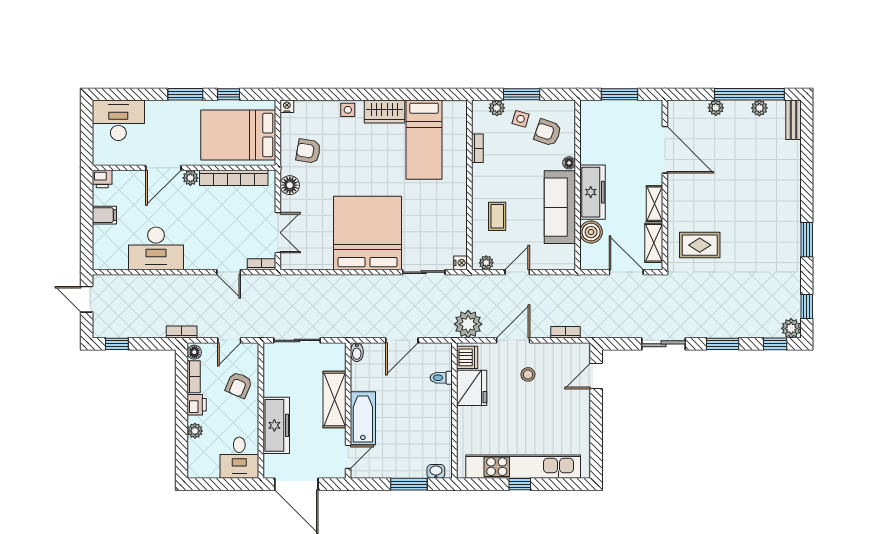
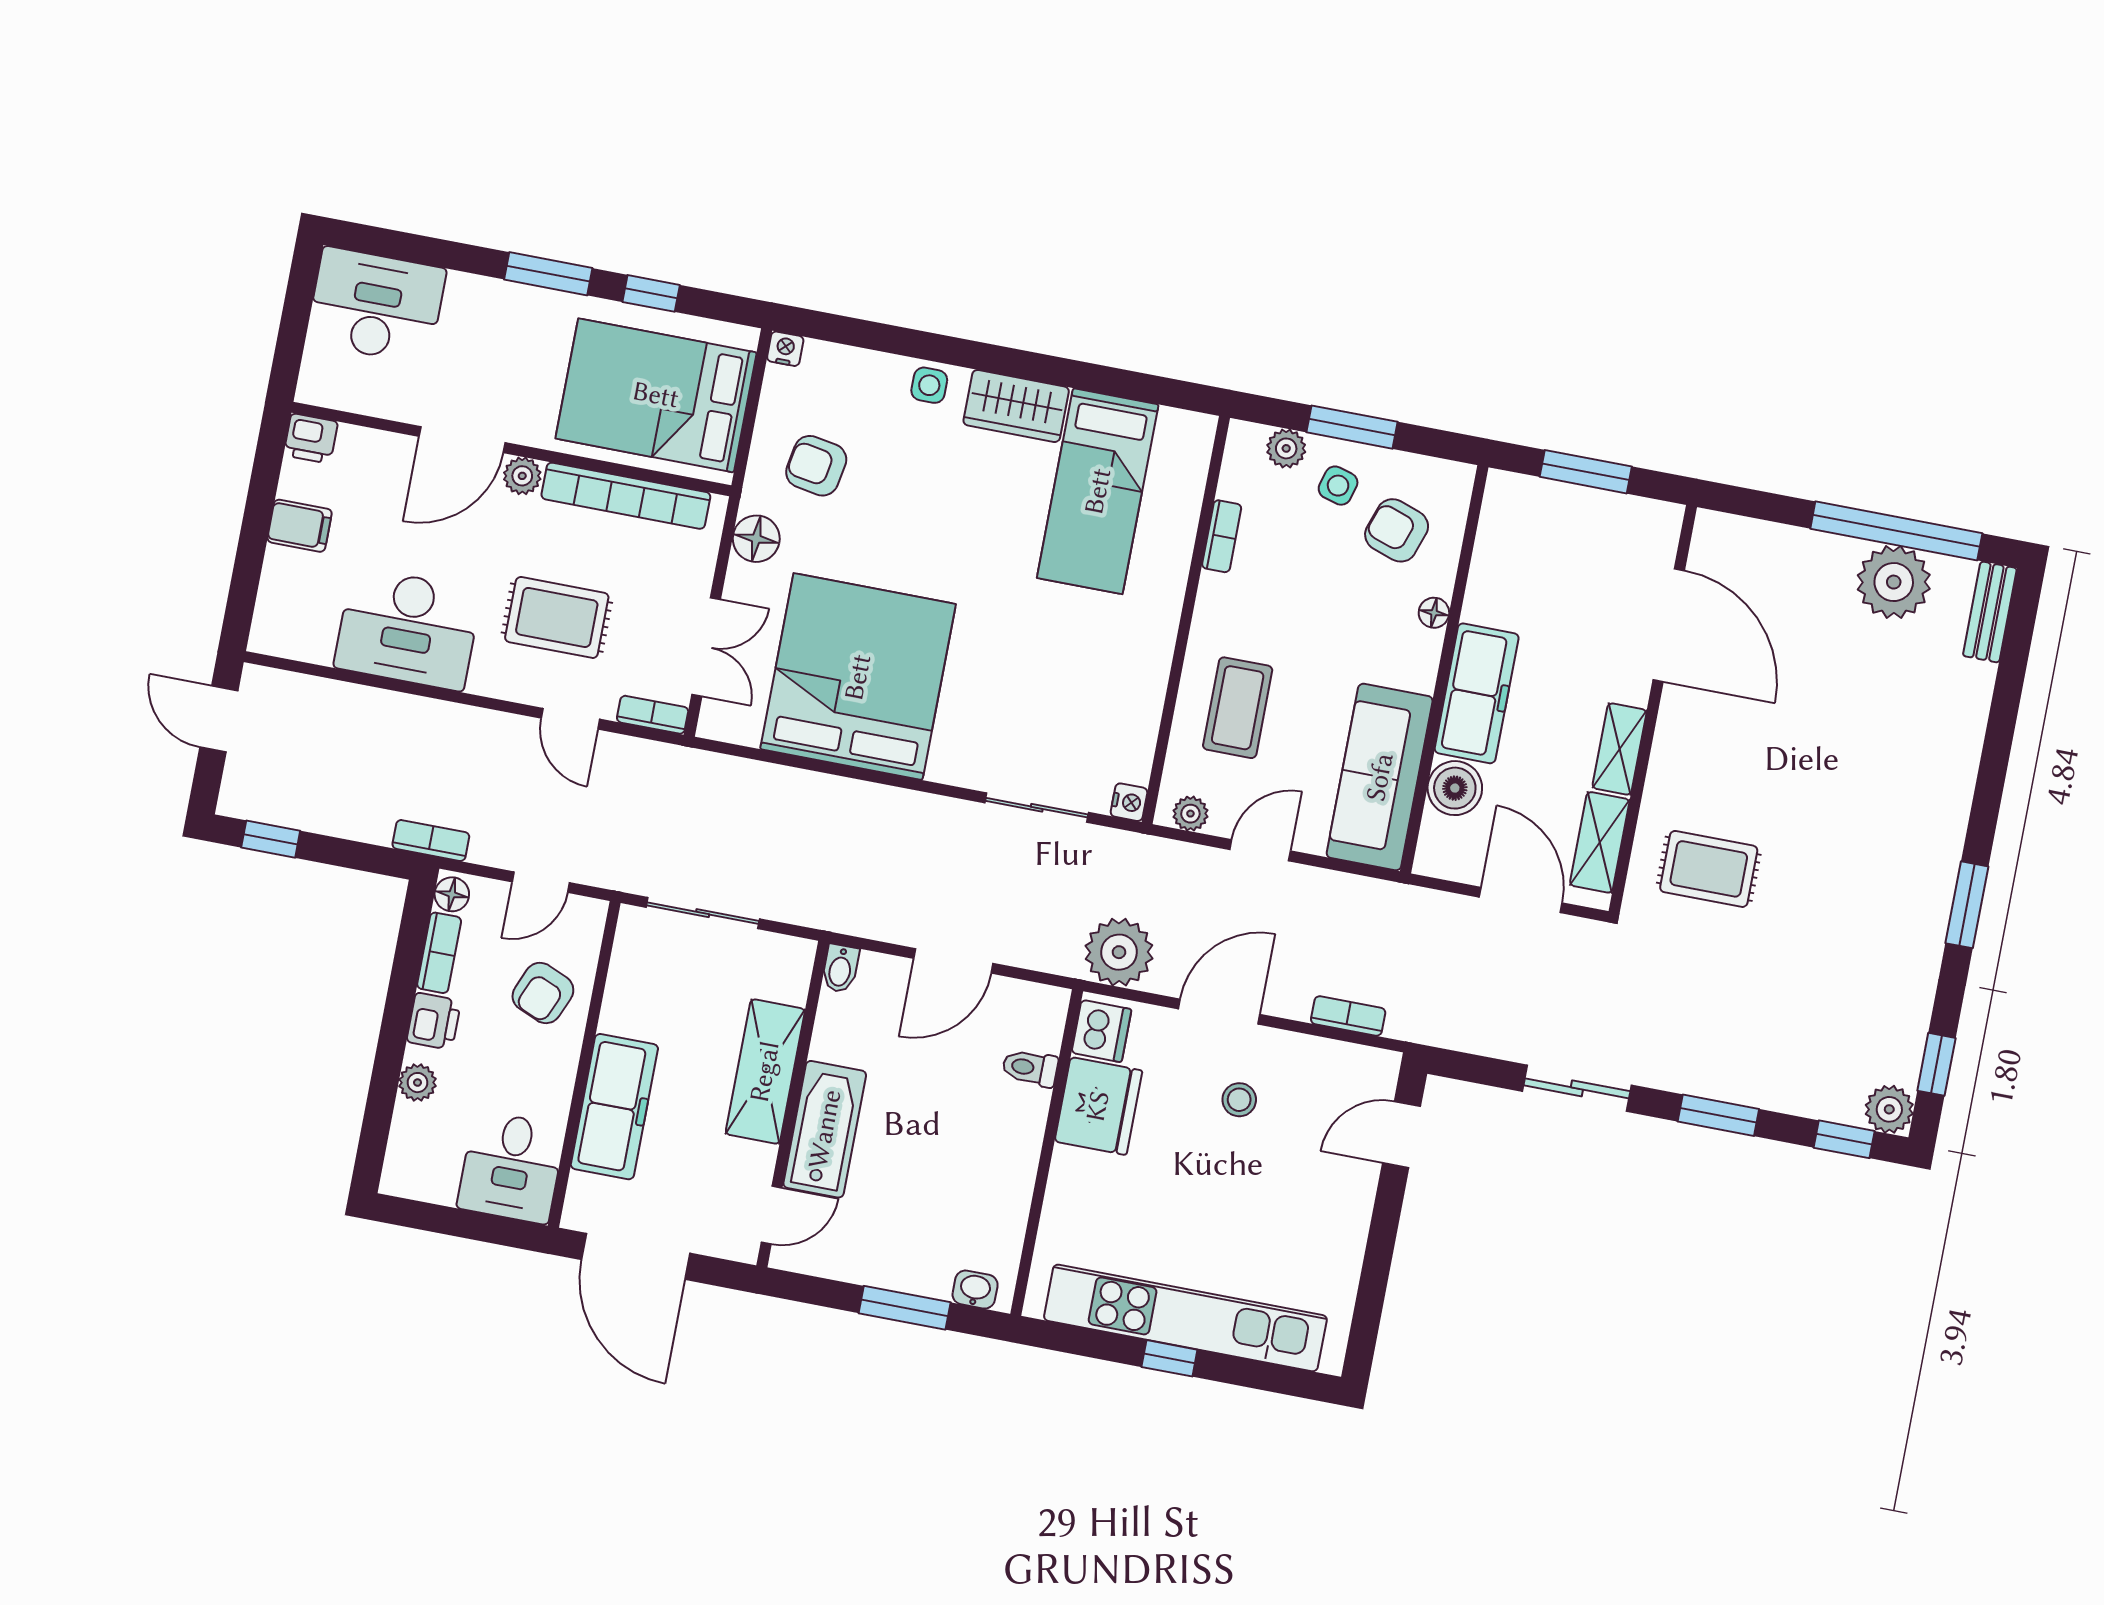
plant: (716, 108) -> (1810, 548), removed
plant: (759, 108) -> (1894, 582), width x1.88, depth x1.88
sofa: (560, 207) -> (1380, 777), moved
coffee table: (497, 216) -> (1238, 708), width x1.36, depth x1.30
rug: (215, 232) -> (557, 617), added
bed: (368, 233) -> (858, 677), moved

